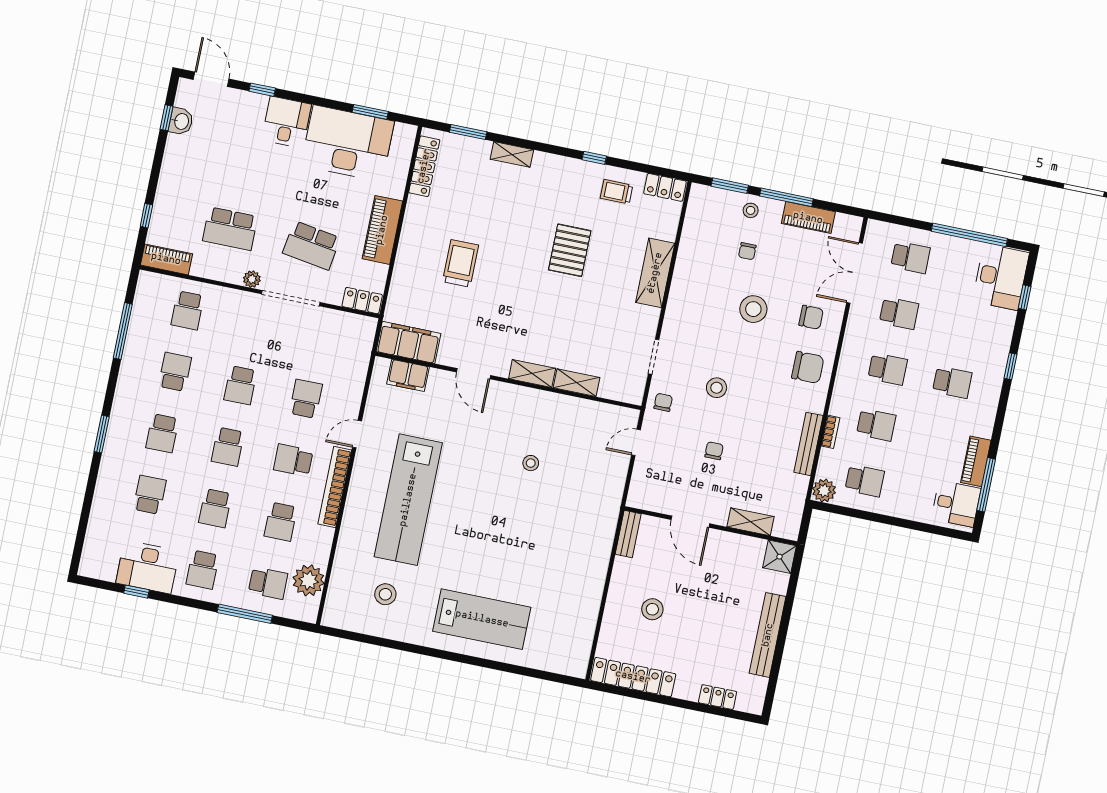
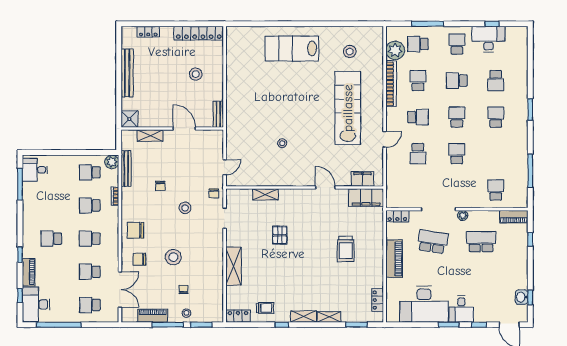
window: (370, 112) -> (449, 325), moved
locker: (424, 166) -> (378, 300), width x0.66
pallet: (570, 250) -> (280, 235), moved, width x0.67, depth x0.71
school desk: (175, 372) -> (496, 154), removed
shelving: (532, 374) -> (304, 317), moved
bench: (808, 444) -> (126, 168), moved
chair: (714, 451) -> (160, 186), moved
piano: (976, 461) -> (29, 272), moved
bookcase: (335, 487) -> (391, 84), moved
school desk: (215, 508) -> (457, 81), turned -90

